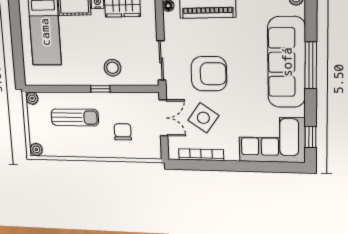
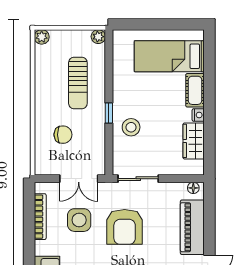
side table: (203, 118) -> (79, 220), turned -35

